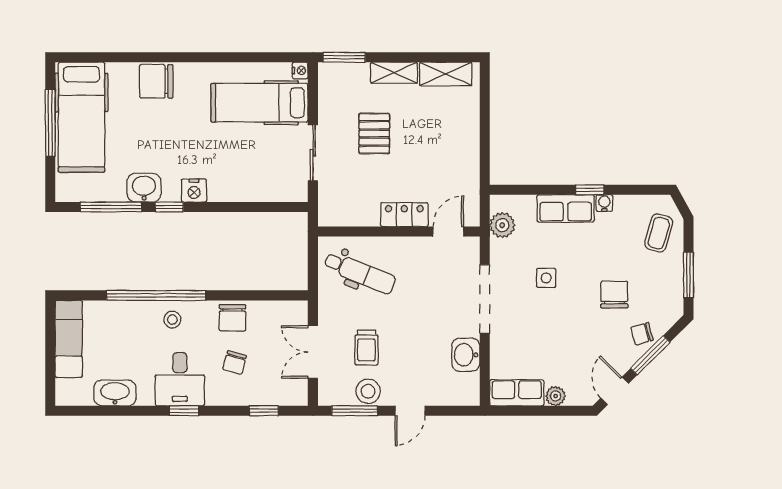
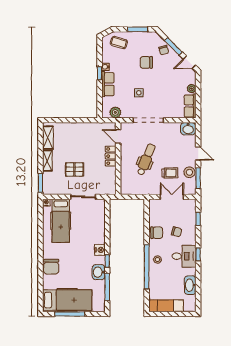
dental chair: (360, 273) -> (146, 159), moved
double door: (313, 352) -> (172, 197), swing flipped
washbasin: (466, 355) -> (188, 129), moved

